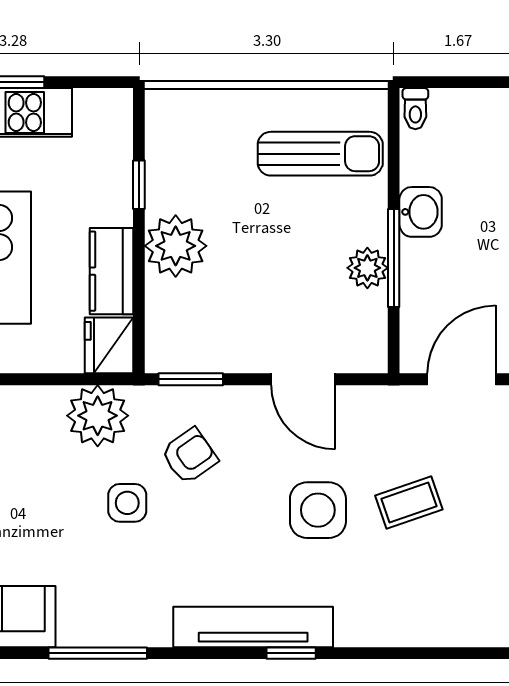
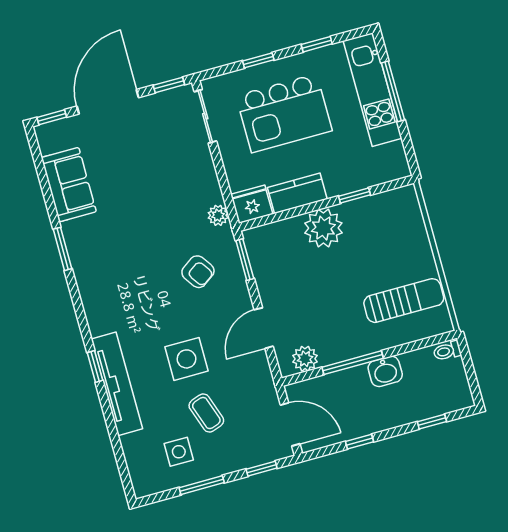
sun lounger: (320, 154) -> (404, 301), turned -90
plant: (367, 268) -> (305, 359), moved
plant: (98, 416) -> (218, 215), width x0.53, depth x0.53
side table: (127, 503) -> (179, 452), moved
tv unit: (253, 627) -> (117, 384), moved
window: (98, 653) -> (63, 249), width x0.69

